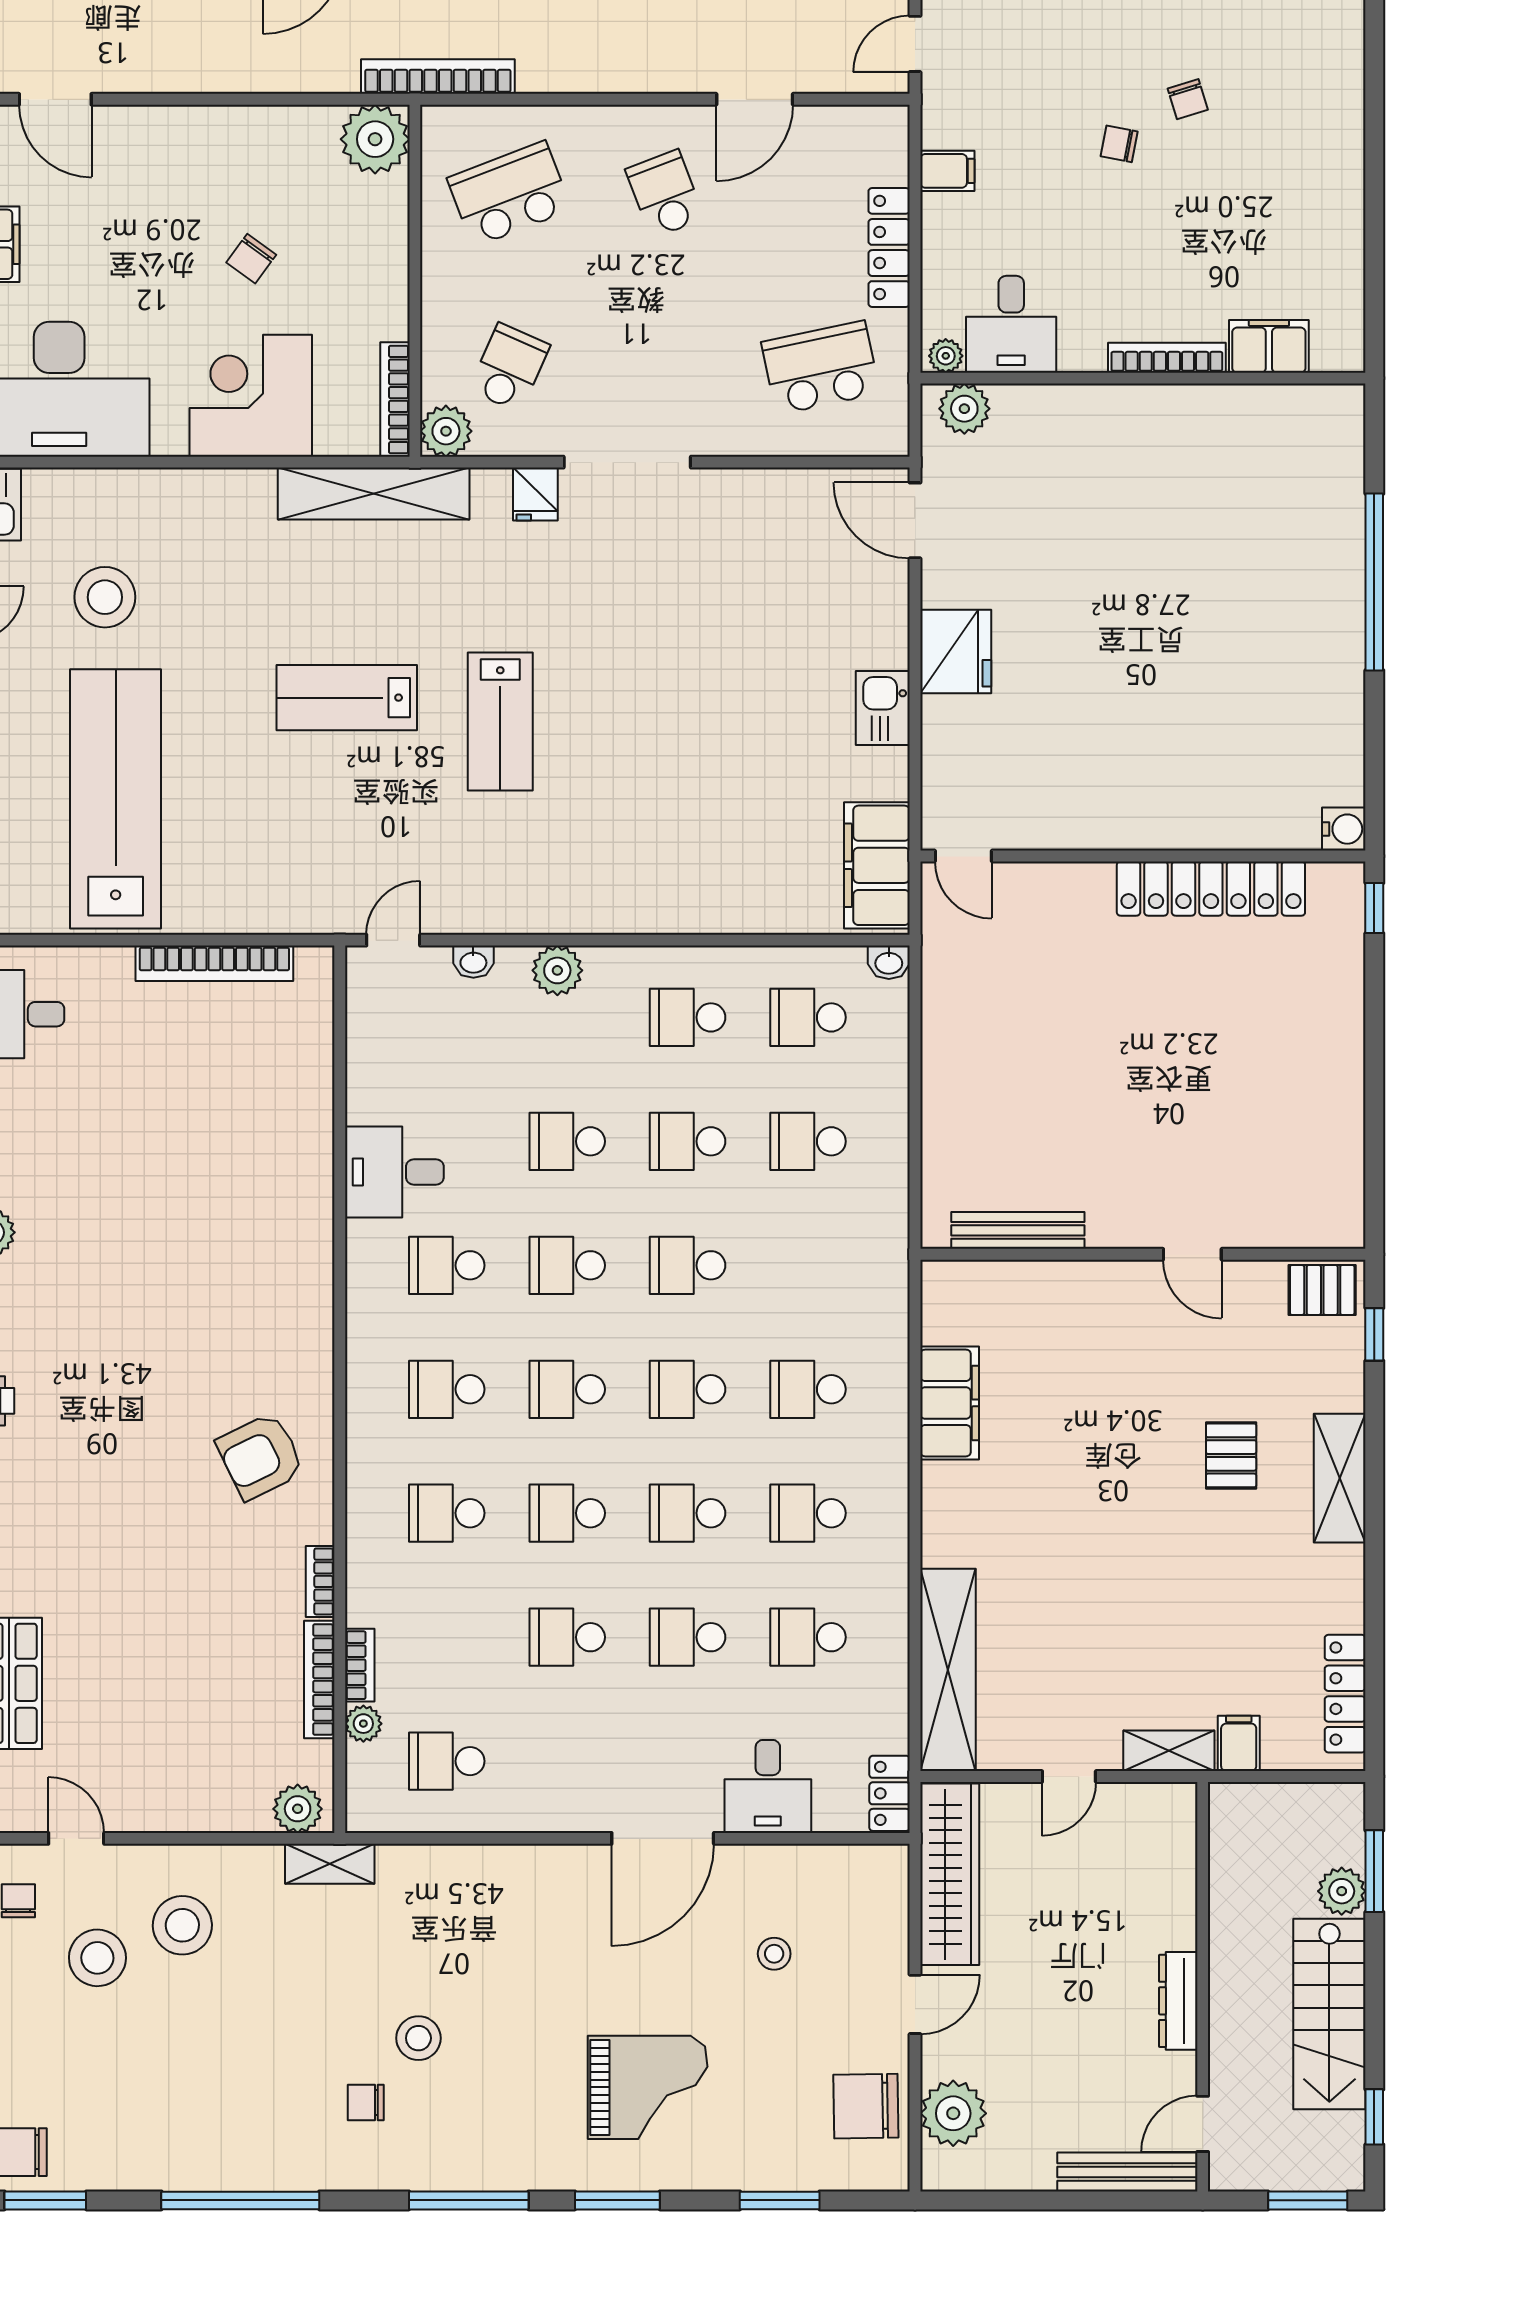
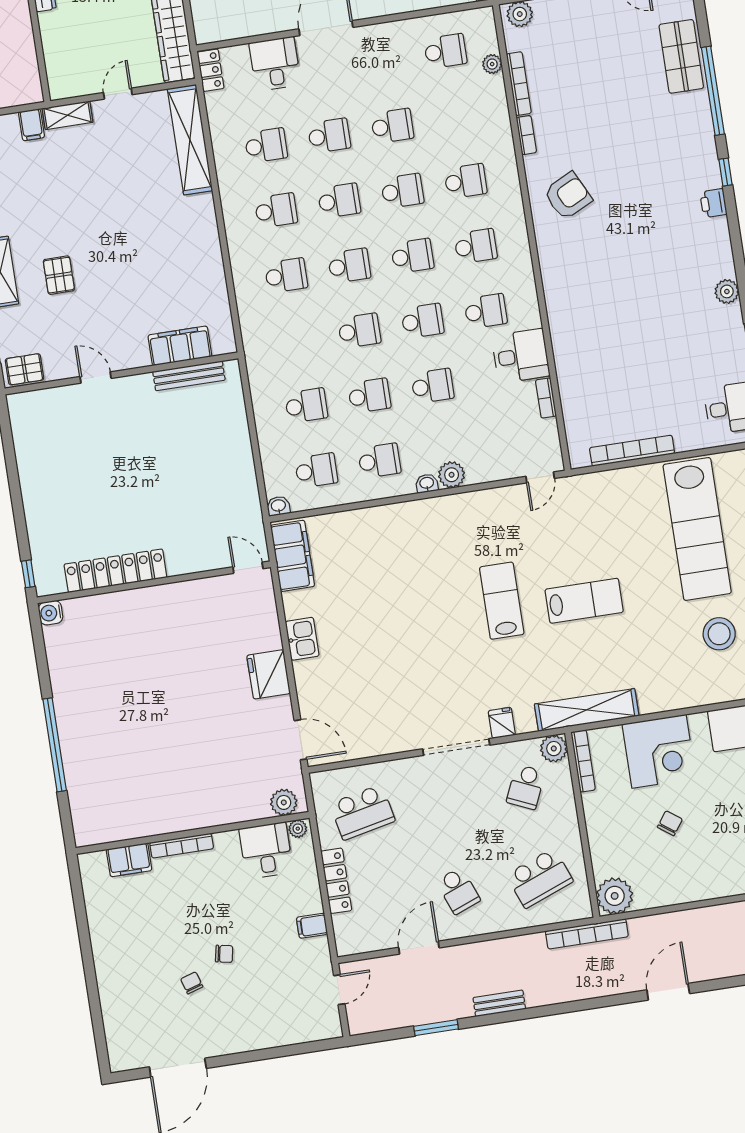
washbasin: (473, 962) -> (427, 483), moved
filing cabinet: (950, 1403) -> (180, 346), moved, turned 90
bookcase: (360, 1665) -> (546, 398), moved

